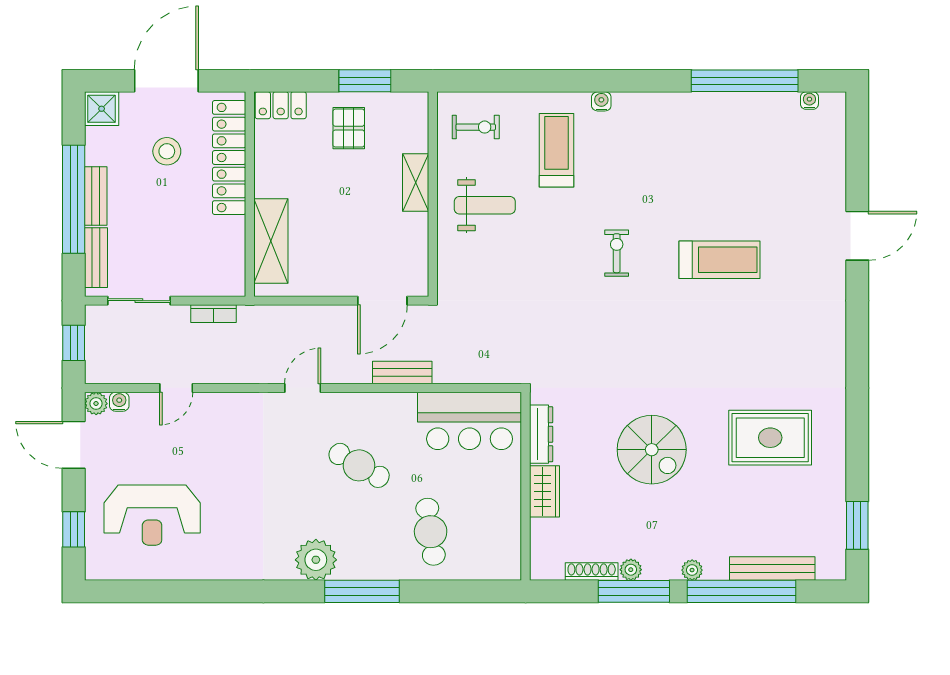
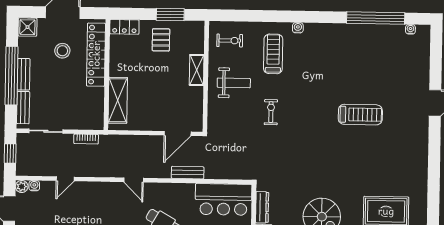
exercise bike: (617, 253) -> (271, 112), moved
door: (303, 388) -> (134, 180), swing flipped

